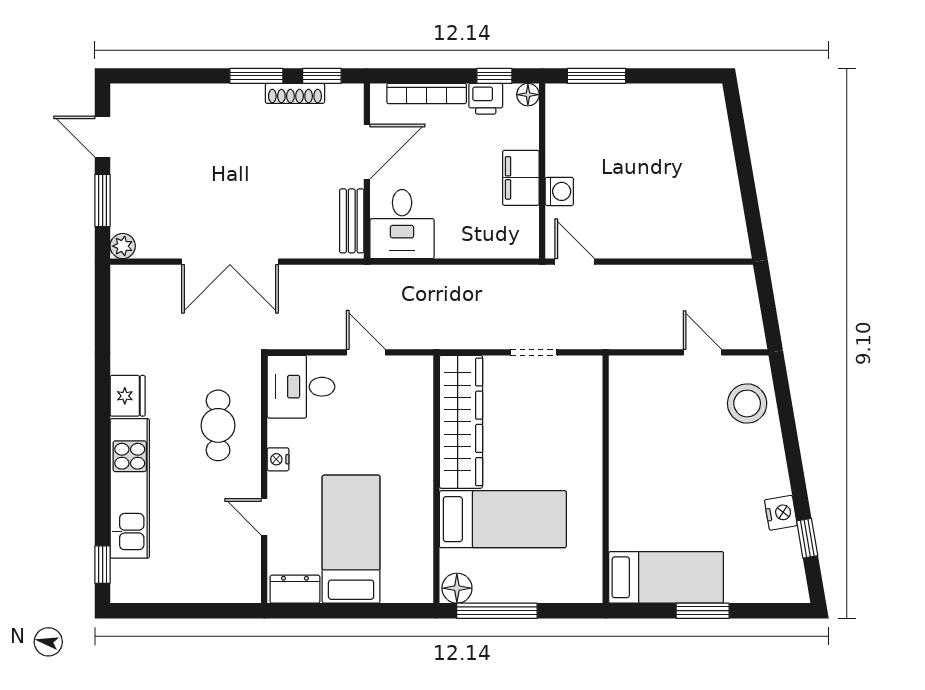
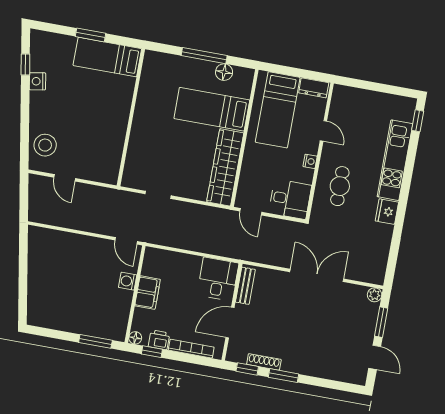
wardrobe: (461, 422) -> (225, 167), moved
wall: (436, 479) -> (245, 138), moved
bed: (503, 519) -> (212, 109), moved

